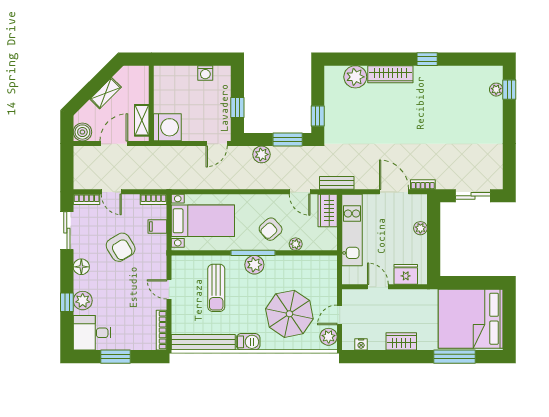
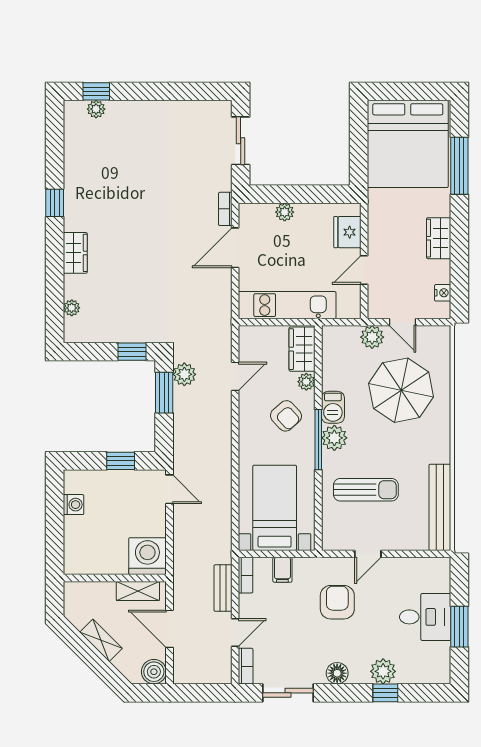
wardrobe: (390, 74) -> (75, 253), width x0.67
plant: (355, 77) -> (72, 308), width x0.53, depth x0.53
plant: (262, 154) -> (184, 374), moved
bench: (337, 183) -> (223, 588), moved
wardrobe: (328, 210) -> (302, 349), moved, turned 90
armchair: (121, 247) -> (337, 602), moved, turned -59
bookcase: (161, 330) -> (423, 564), removed
desk: (92, 333) -> (425, 617), moved, turned -90
plant: (329, 337) -> (372, 337), moved
barbecue: (248, 342) -> (333, 407), moved, turned 180

